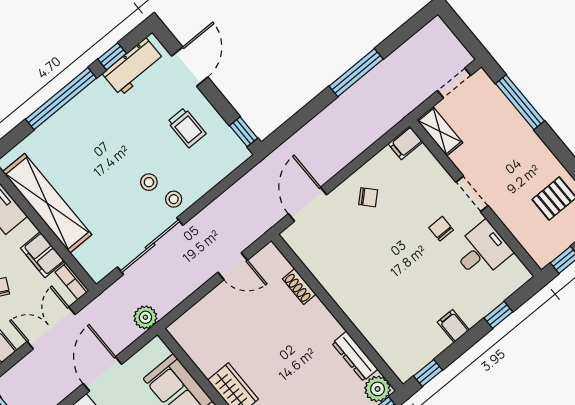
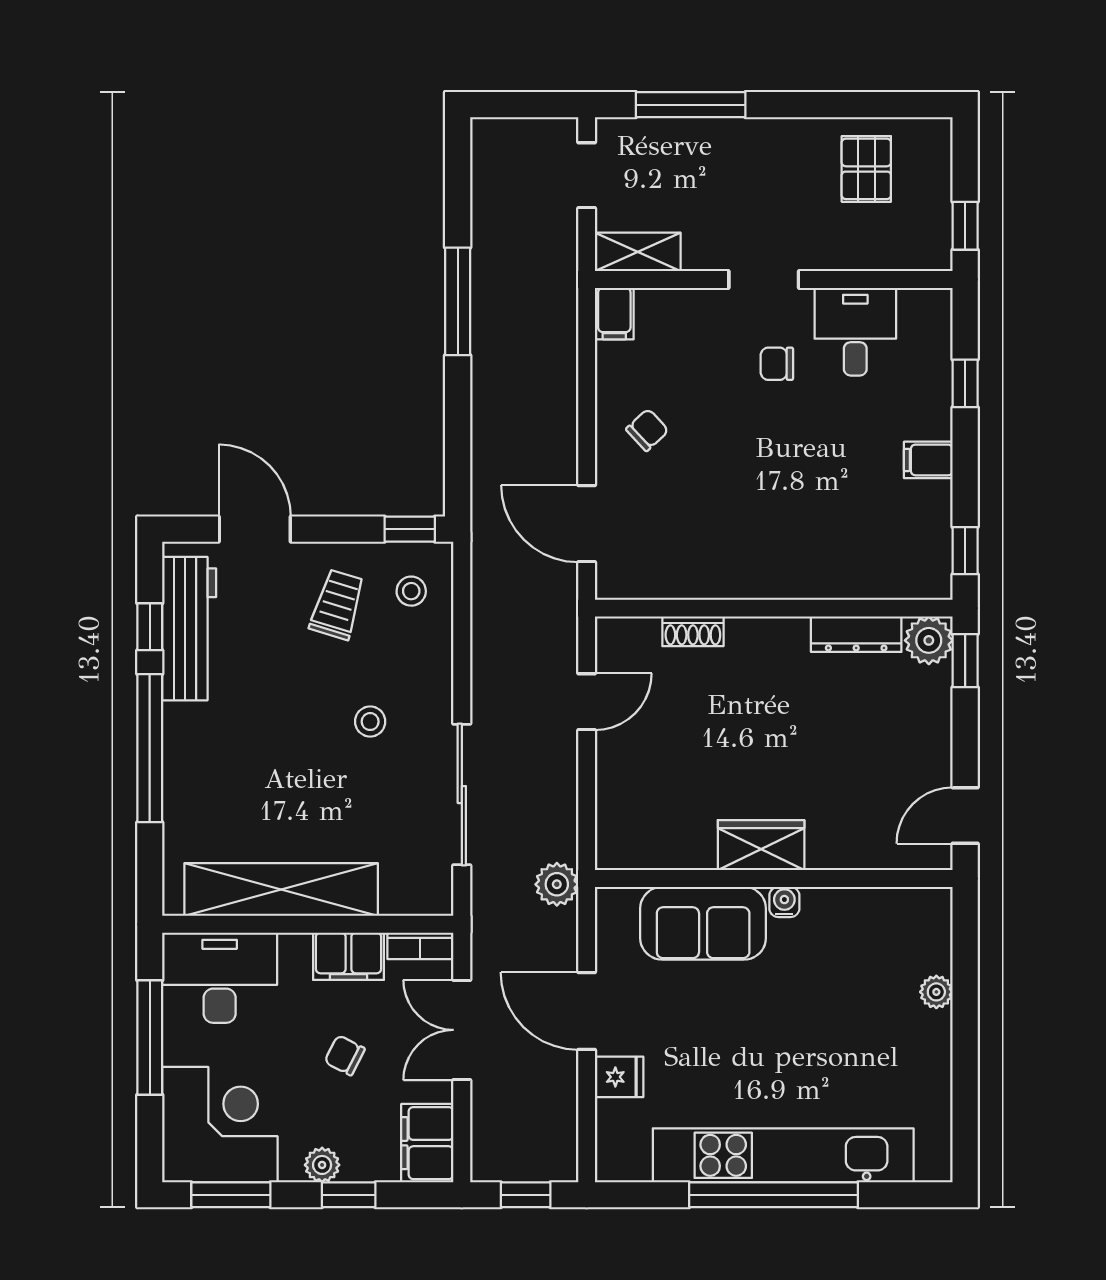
workbench: (133, 67) -> (189, 629), width x1.38
trolley: (187, 128) -> (337, 605), turned -73
stool: (174, 199) -> (411, 591), moved

